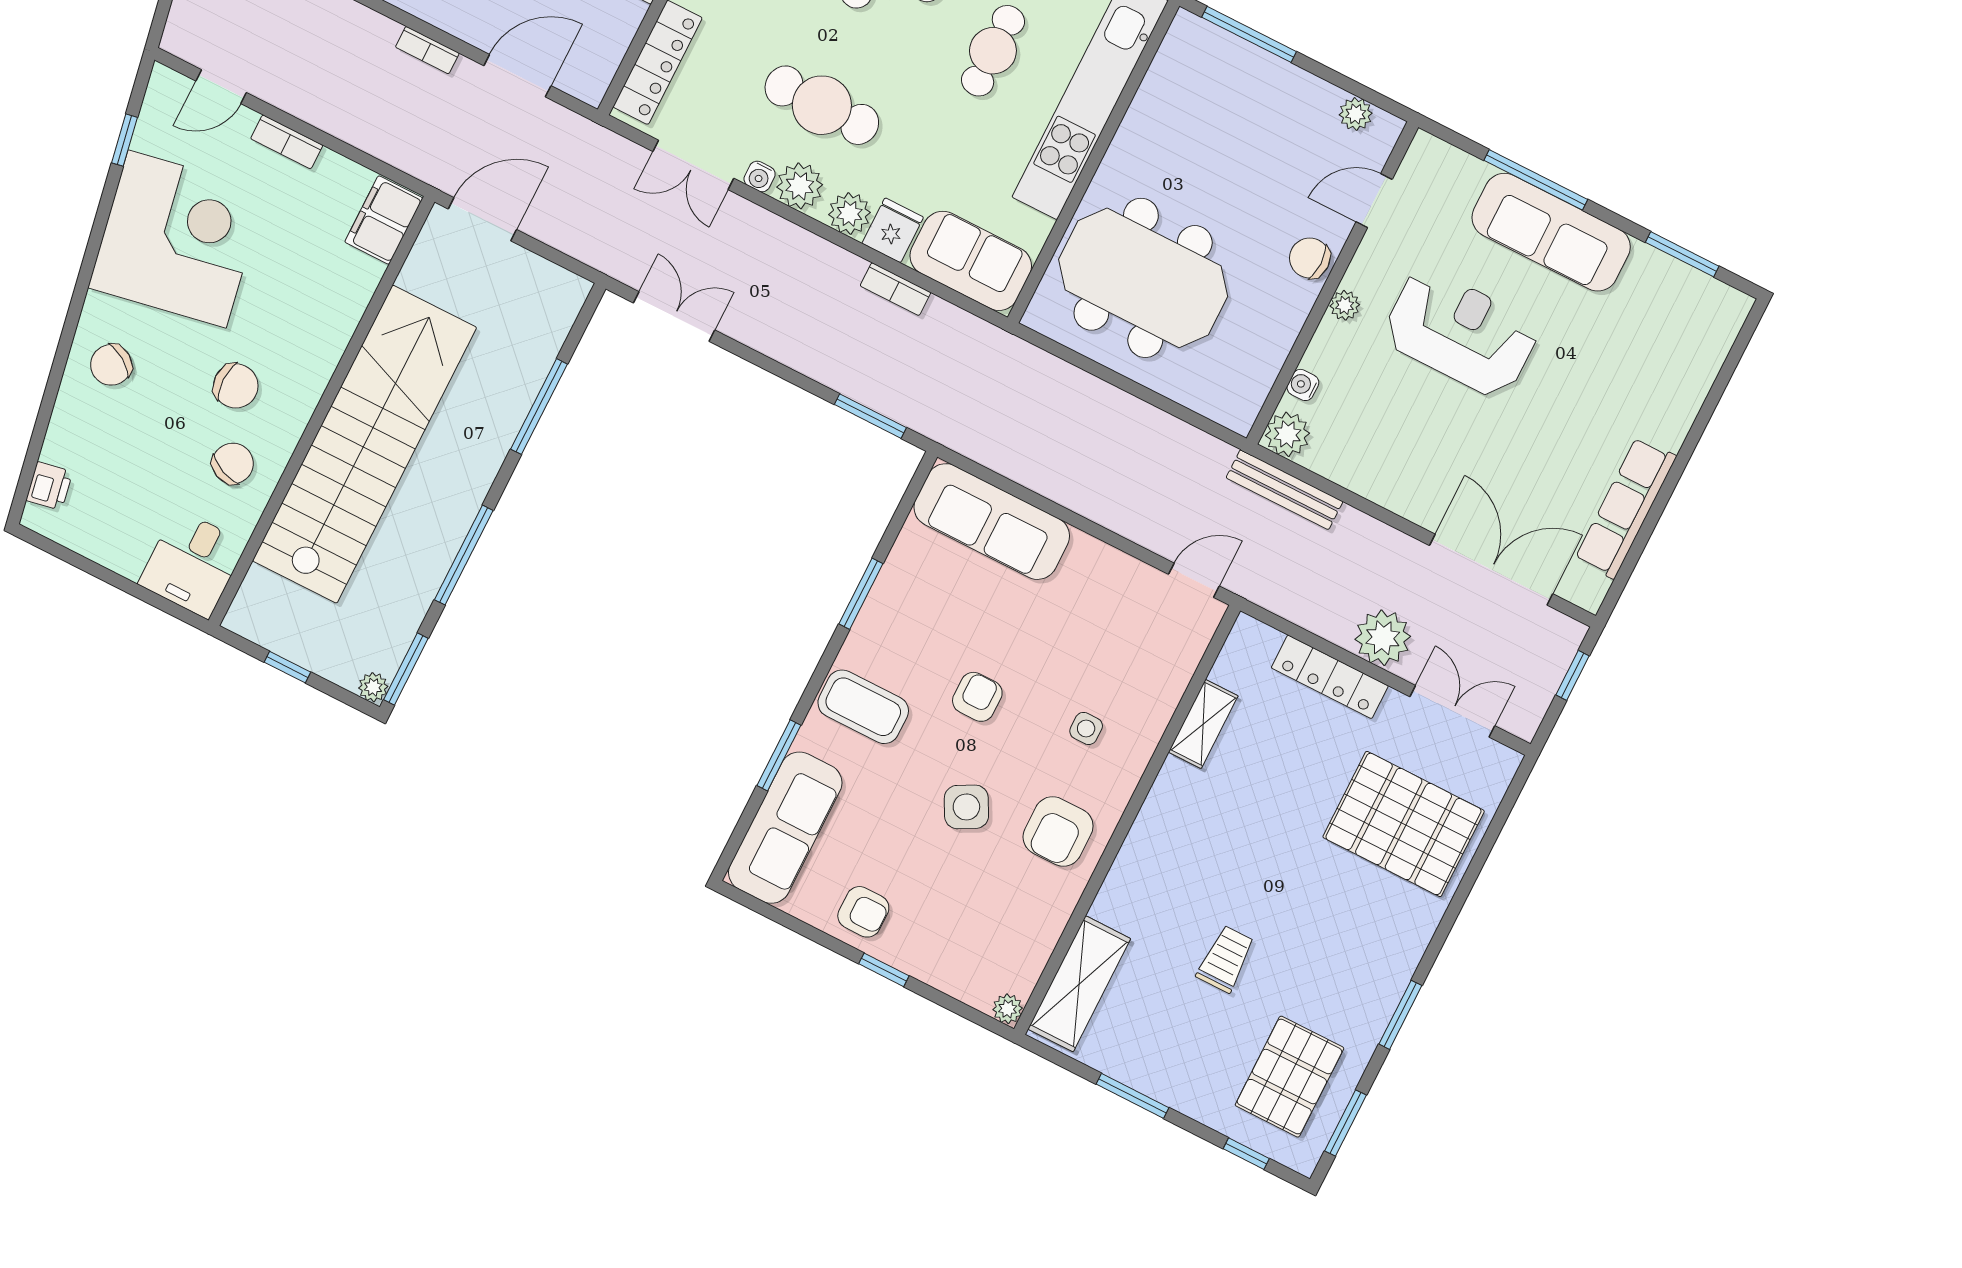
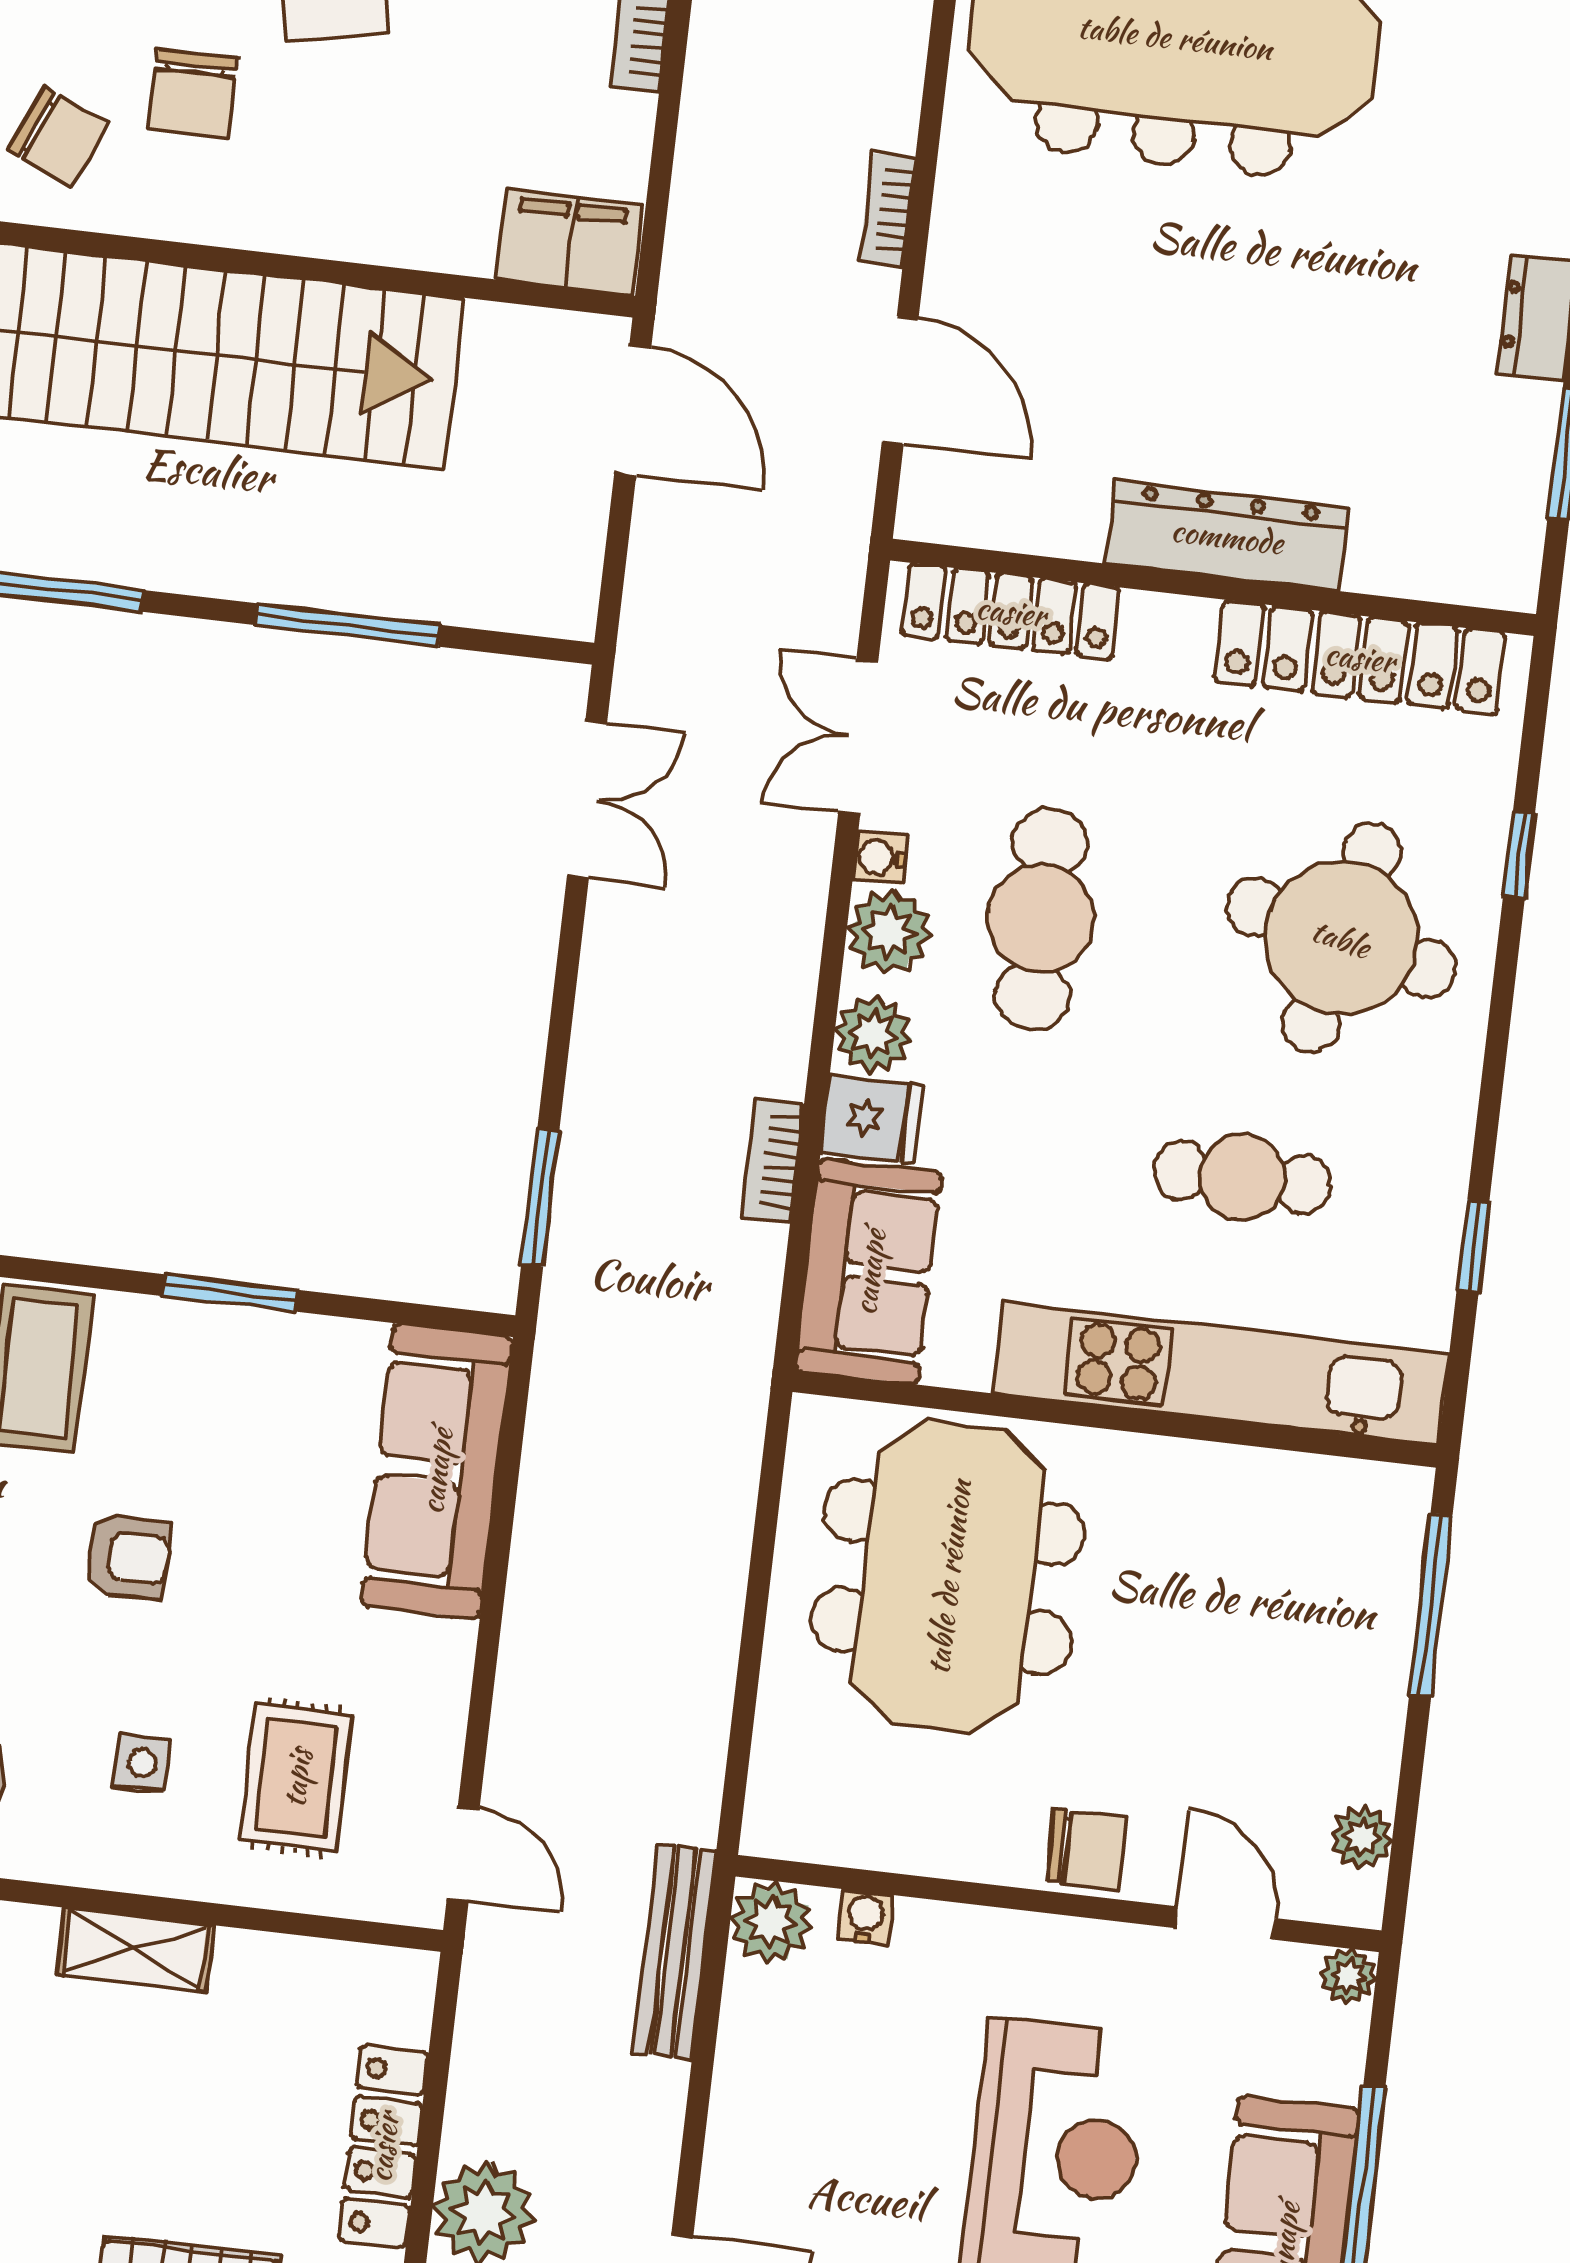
chair: (1310, 258) -> (1087, 1849), turned 90
plant: (1345, 305) -> (1348, 1976), moved
rug: (1123, 652) -> (296, 1778), added
shelving: (1203, 724) -> (135, 1950), moved

